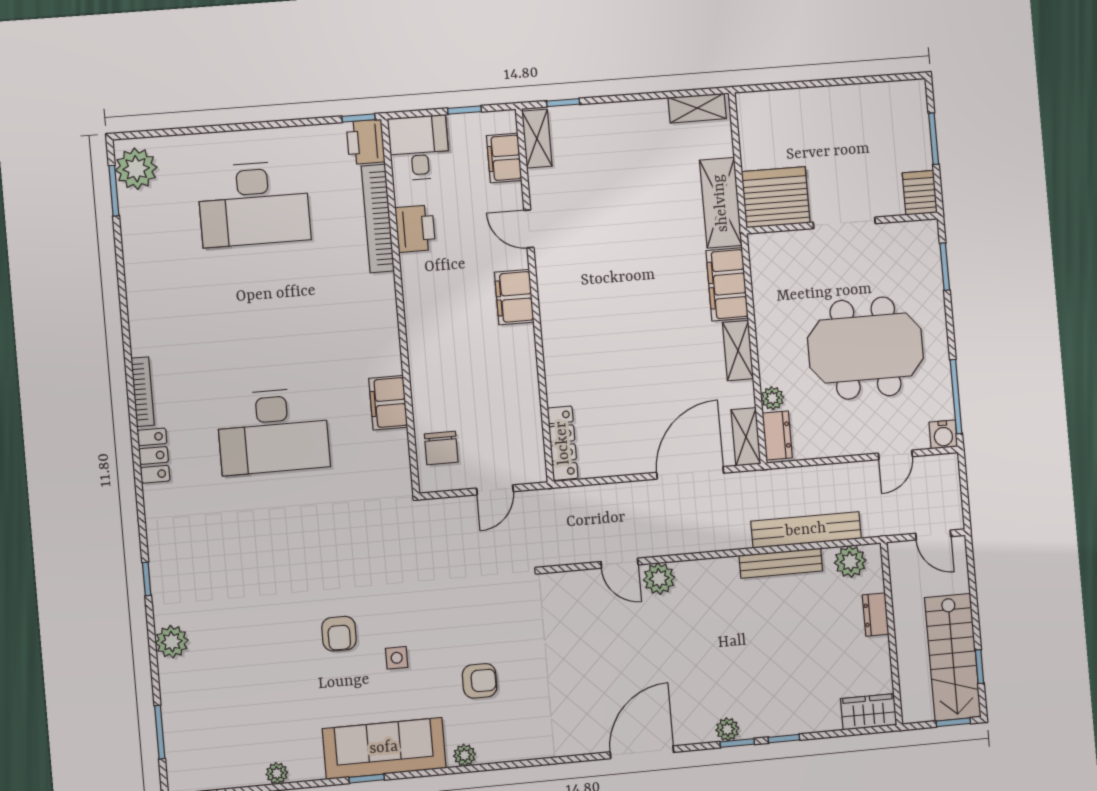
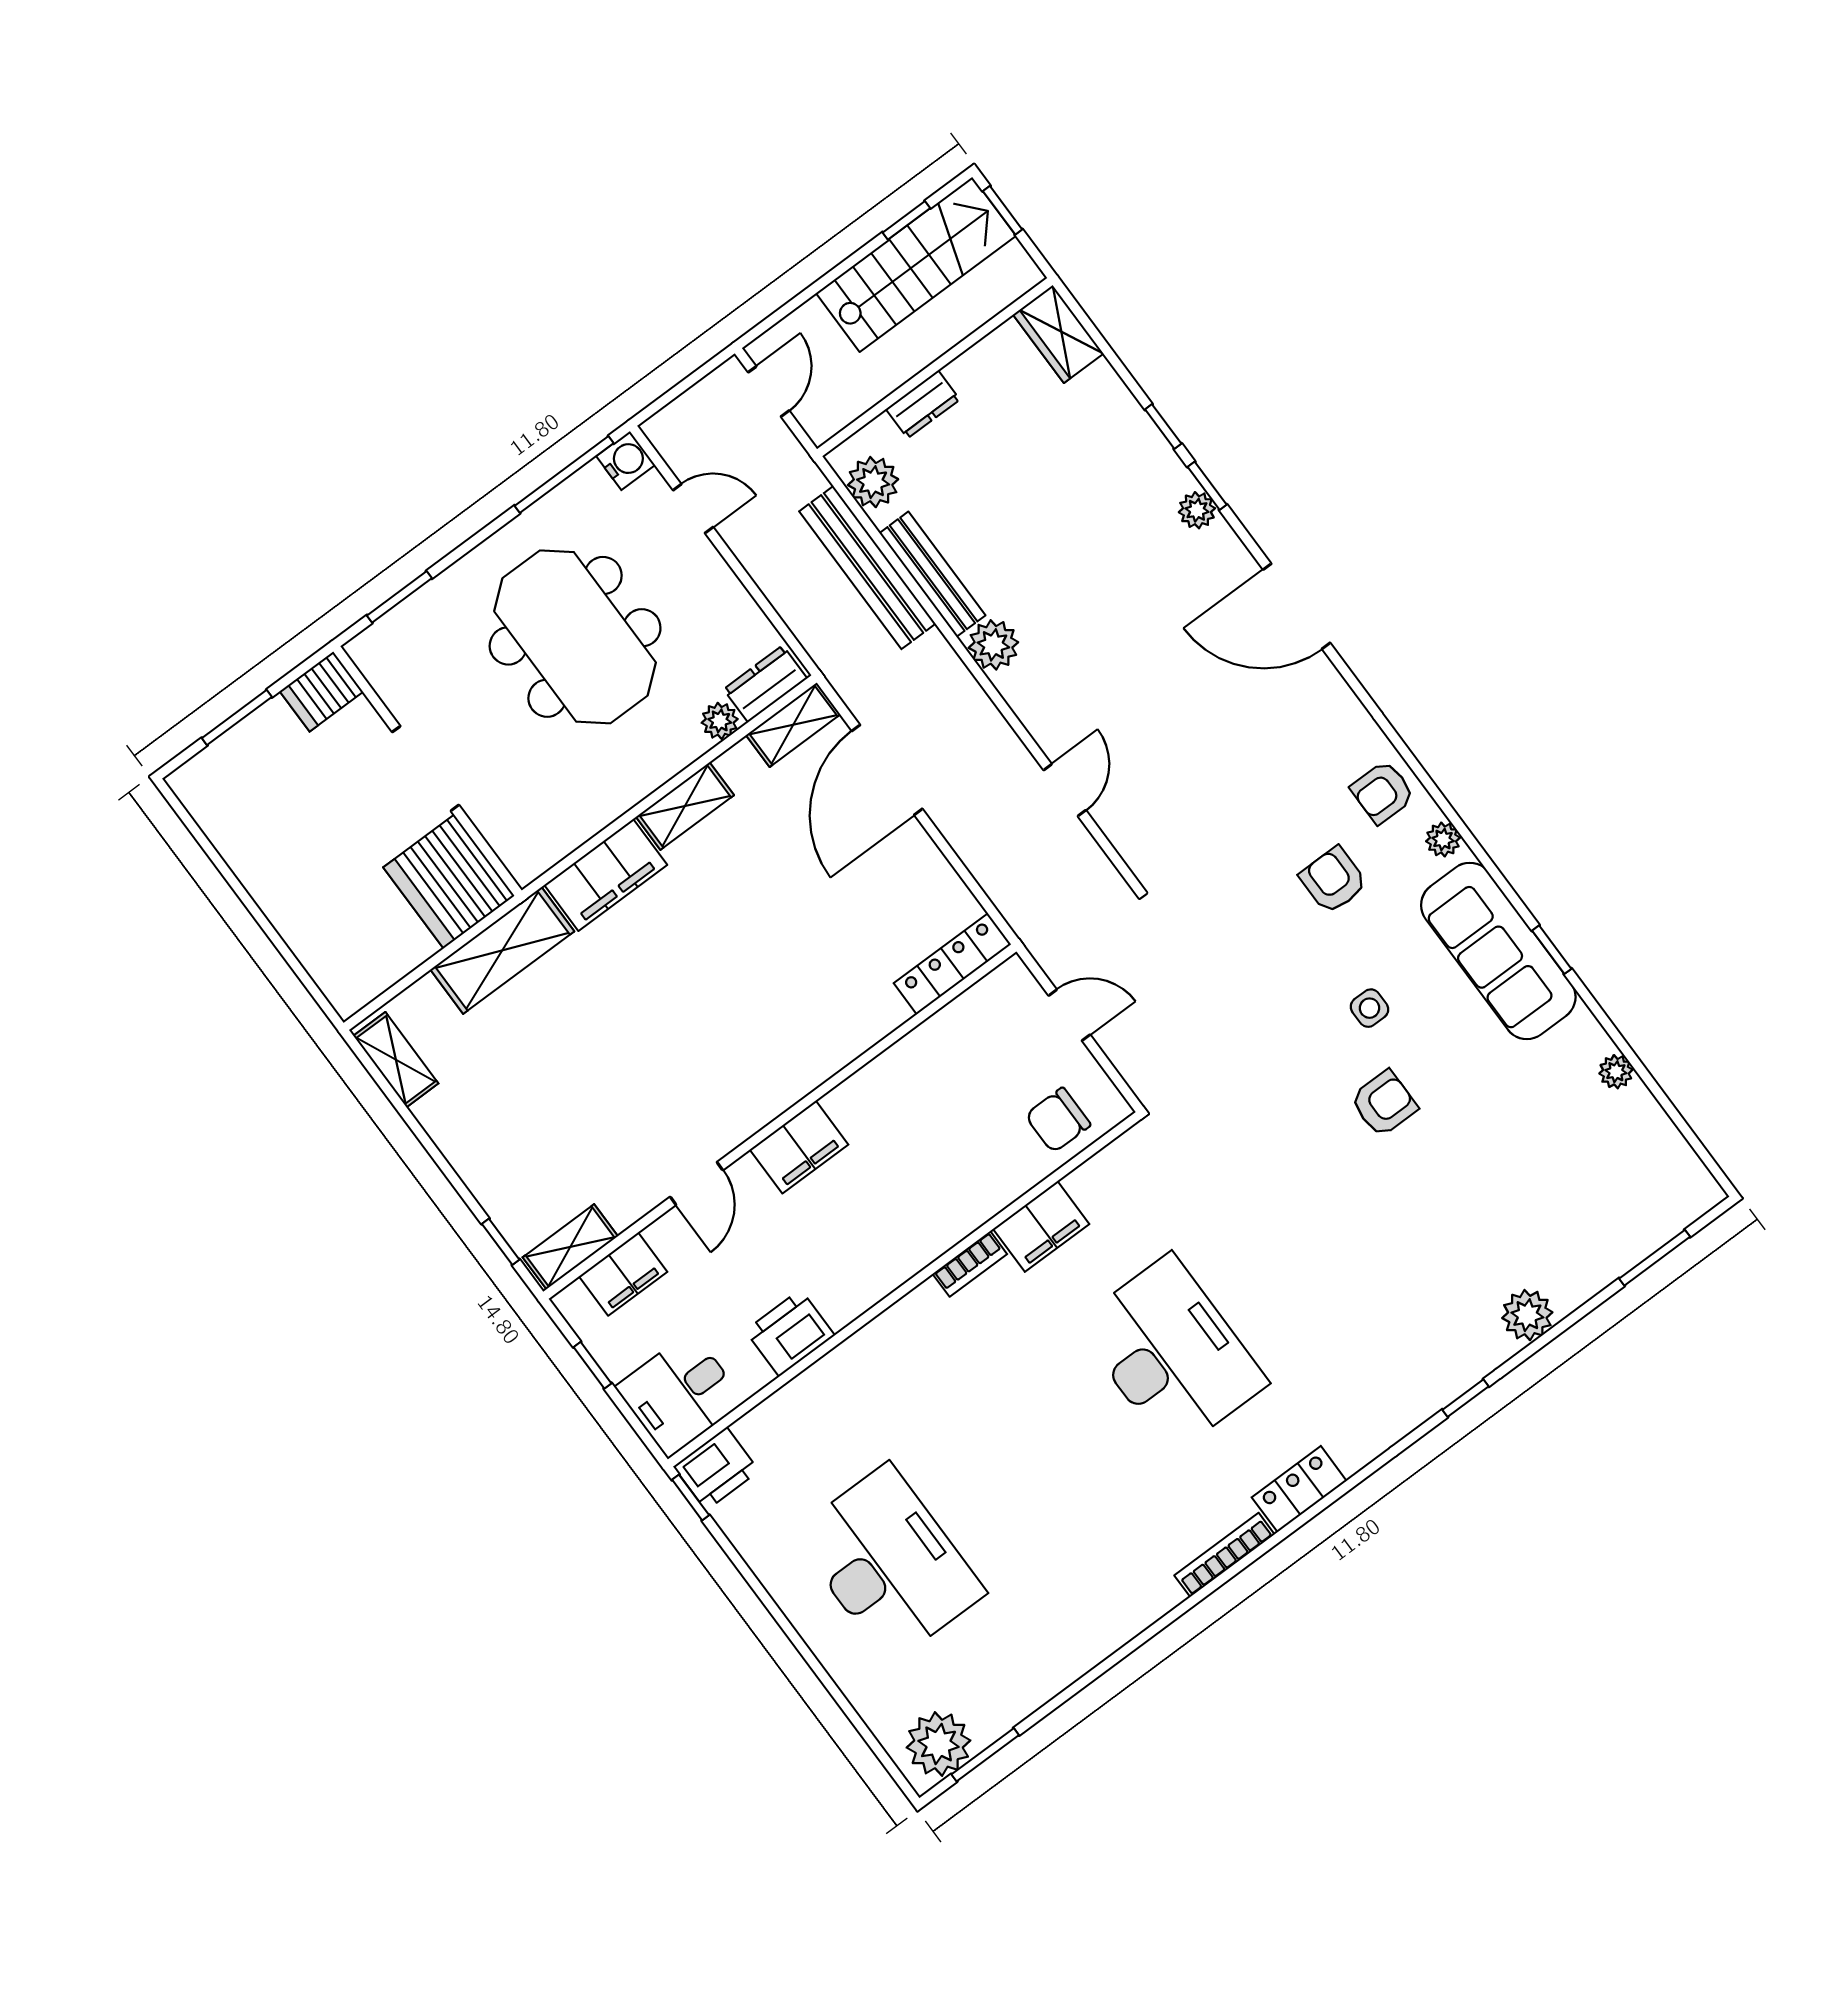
bookcase: (378, 219) -> (970, 1264), moved, width x0.43, depth x0.76
chair: (441, 448) -> (1058, 1120), turned 180
door: (690, 473) -> (887, 770), hinge flipped
plant: (659, 579) -> (993, 645), moved
armchair: (511, 737) -> (1383, 792), added

